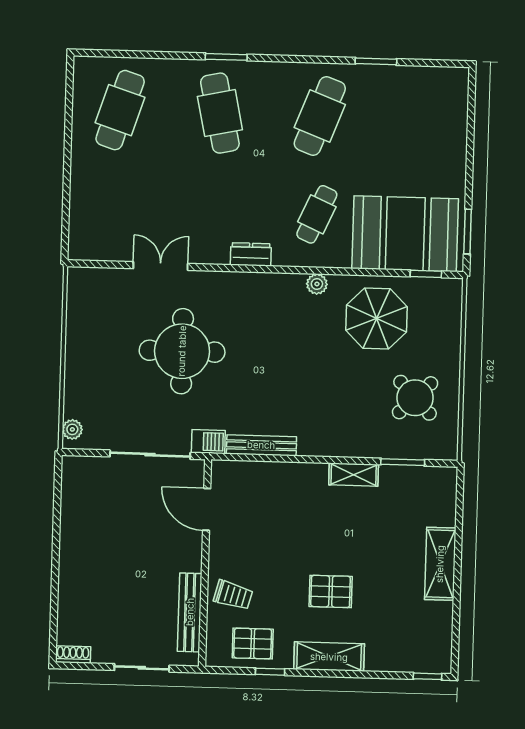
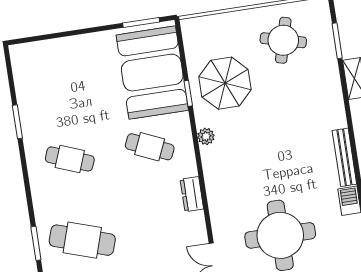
cafe table: (220, 113) -> (82, 240), turned 30
cafe table: (320, 116) -> (70, 159), width x0.73, depth x0.74
window: (426, 274) -> (188, 93), moved
round table: (415, 398) -> (283, 40), turned -31

